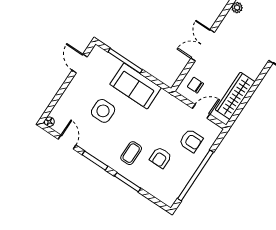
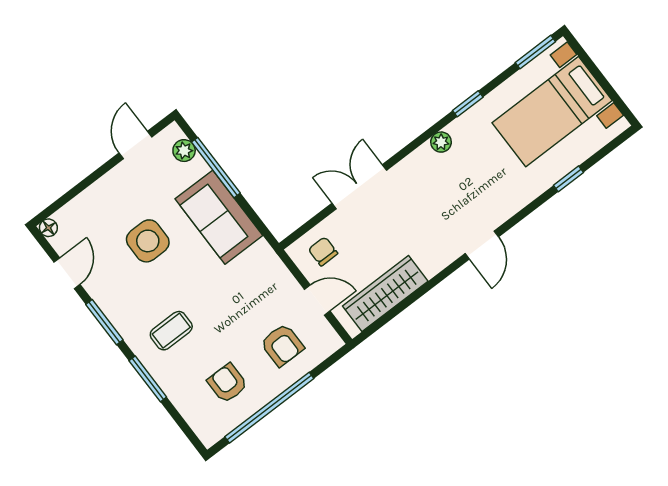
plant: (106, 58) -> (184, 151), added
armchair: (161, 158) -> (227, 383), moved, turned 90

